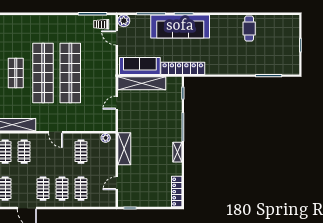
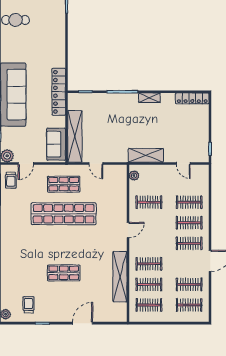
sofa: (140, 66) -> (56, 144), width x0.73
shop shelf: (43, 73) -> (64, 184), moved, width x0.50, depth x0.74

